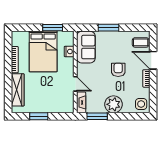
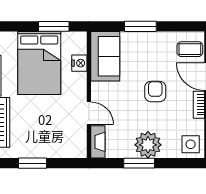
window: (97, 116) -> (139, 163), moved

